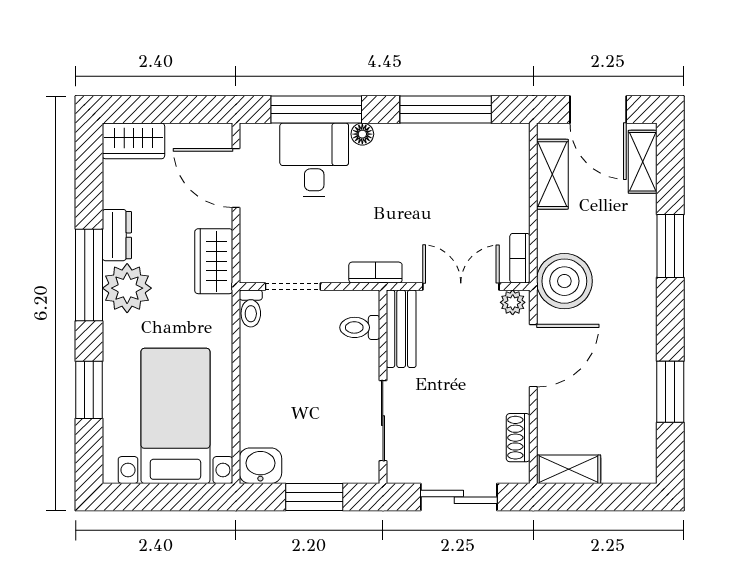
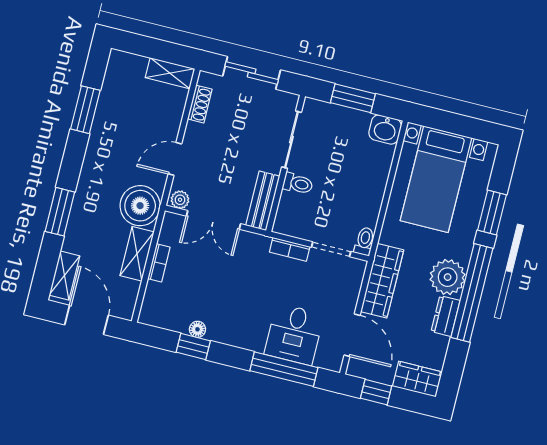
window: (185, 109) -> (376, 392), added
window: (446, 109) -> (193, 347), width x0.46
floor lamp: (362, 134) -> (197, 329), moved
shelving: (552, 174) -> (137, 254), moved
bookcase: (520, 258) -> (159, 263), moved
wardrobe: (214, 261) -> (382, 281), width x1.50
bookcase: (375, 273) -> (290, 249), moved
window: (89, 275) -> (472, 293), width x1.46
toilet: (360, 327) -> (298, 184), moved
door: (533, 356) -> (175, 159), width x0.73

